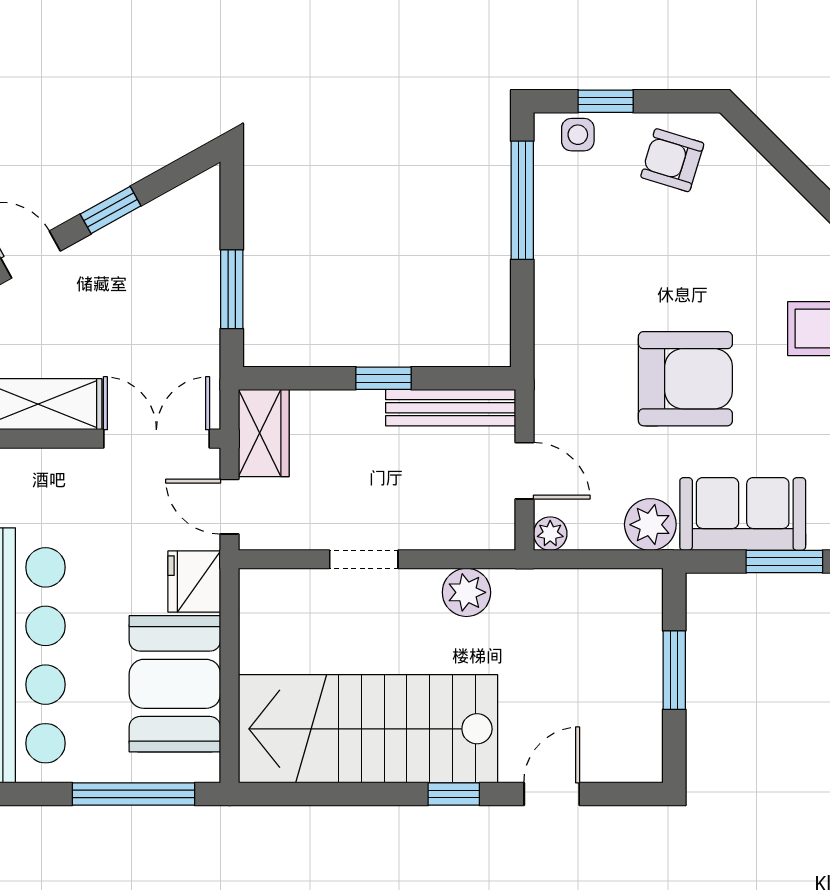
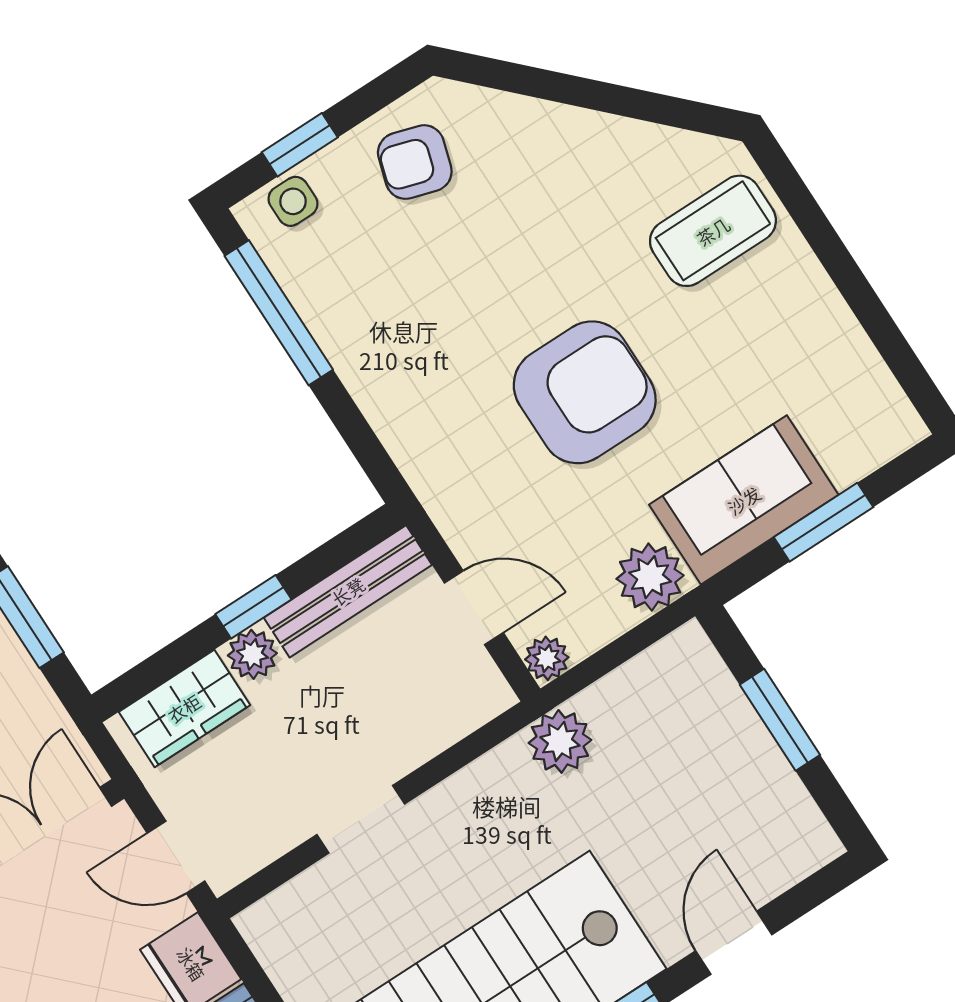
plant: (363, 408) -> (252, 654), added
wardrobe: (264, 433) -> (184, 708), moved, turned 90
plant: (466, 592) -> (560, 741), moved

